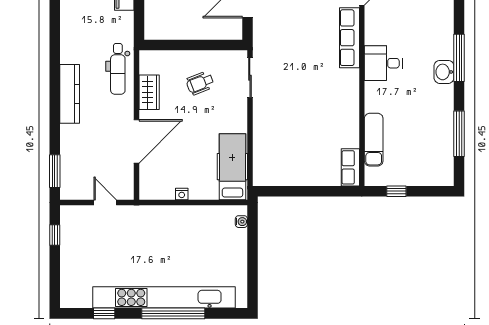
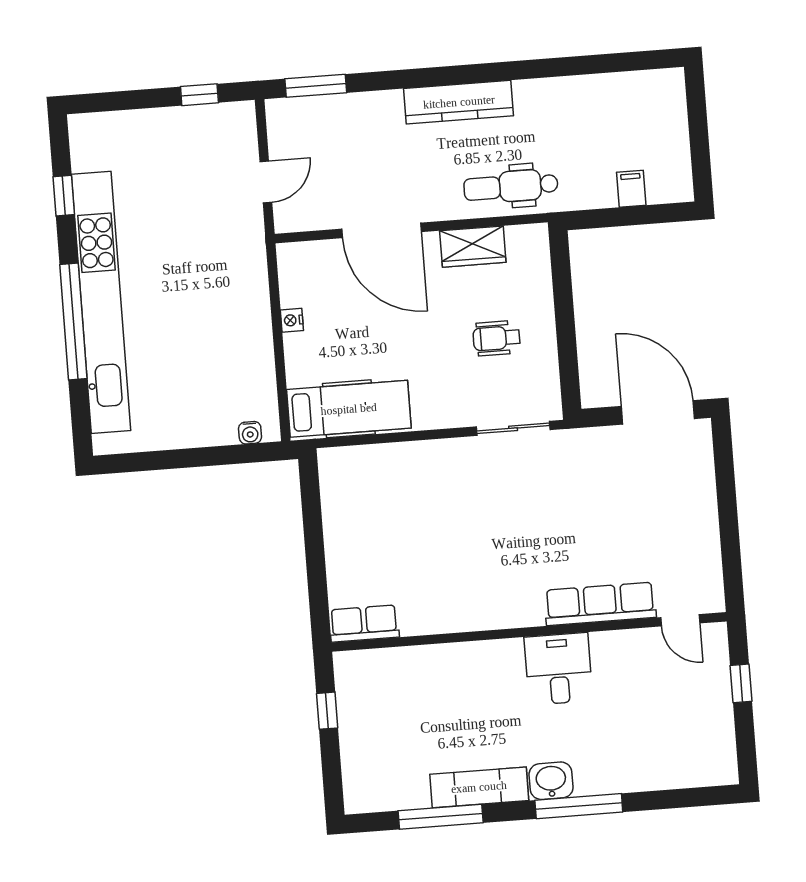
wheelchair: (200, 83) -> (497, 338), turned -69
exam couch: (374, 140) -> (479, 787), moved, turned 180

